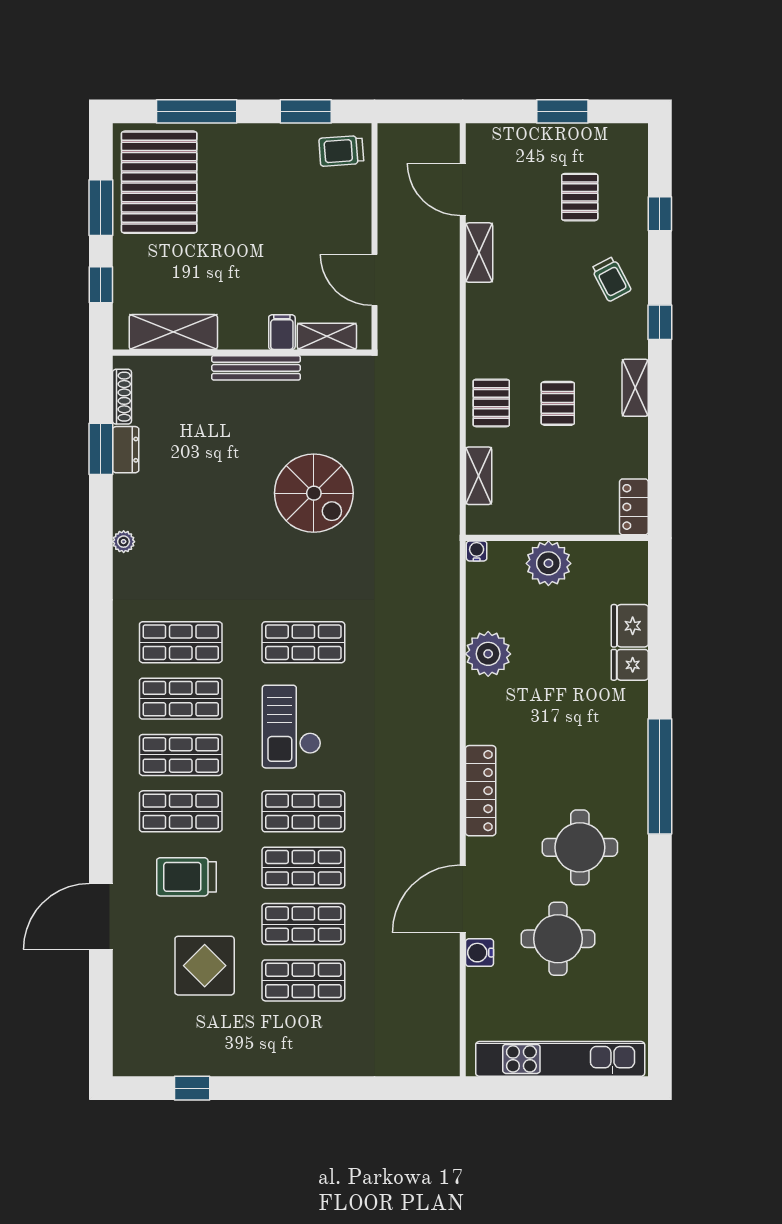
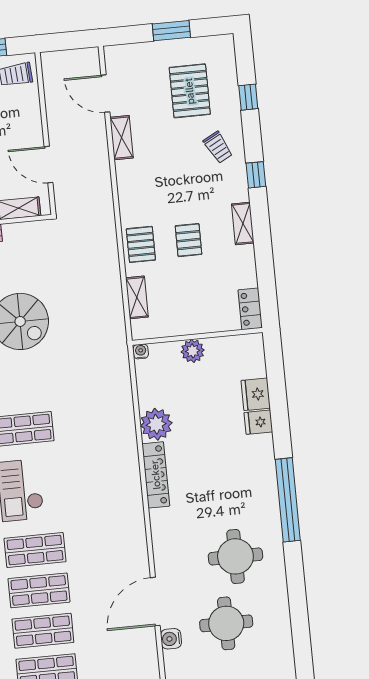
pallet: (580, 197) -> (190, 91), width x1.50, depth x1.42
plant: (548, 563) -> (193, 351), width x0.73, depth x0.73
locker: (481, 791) -> (156, 475), moved

